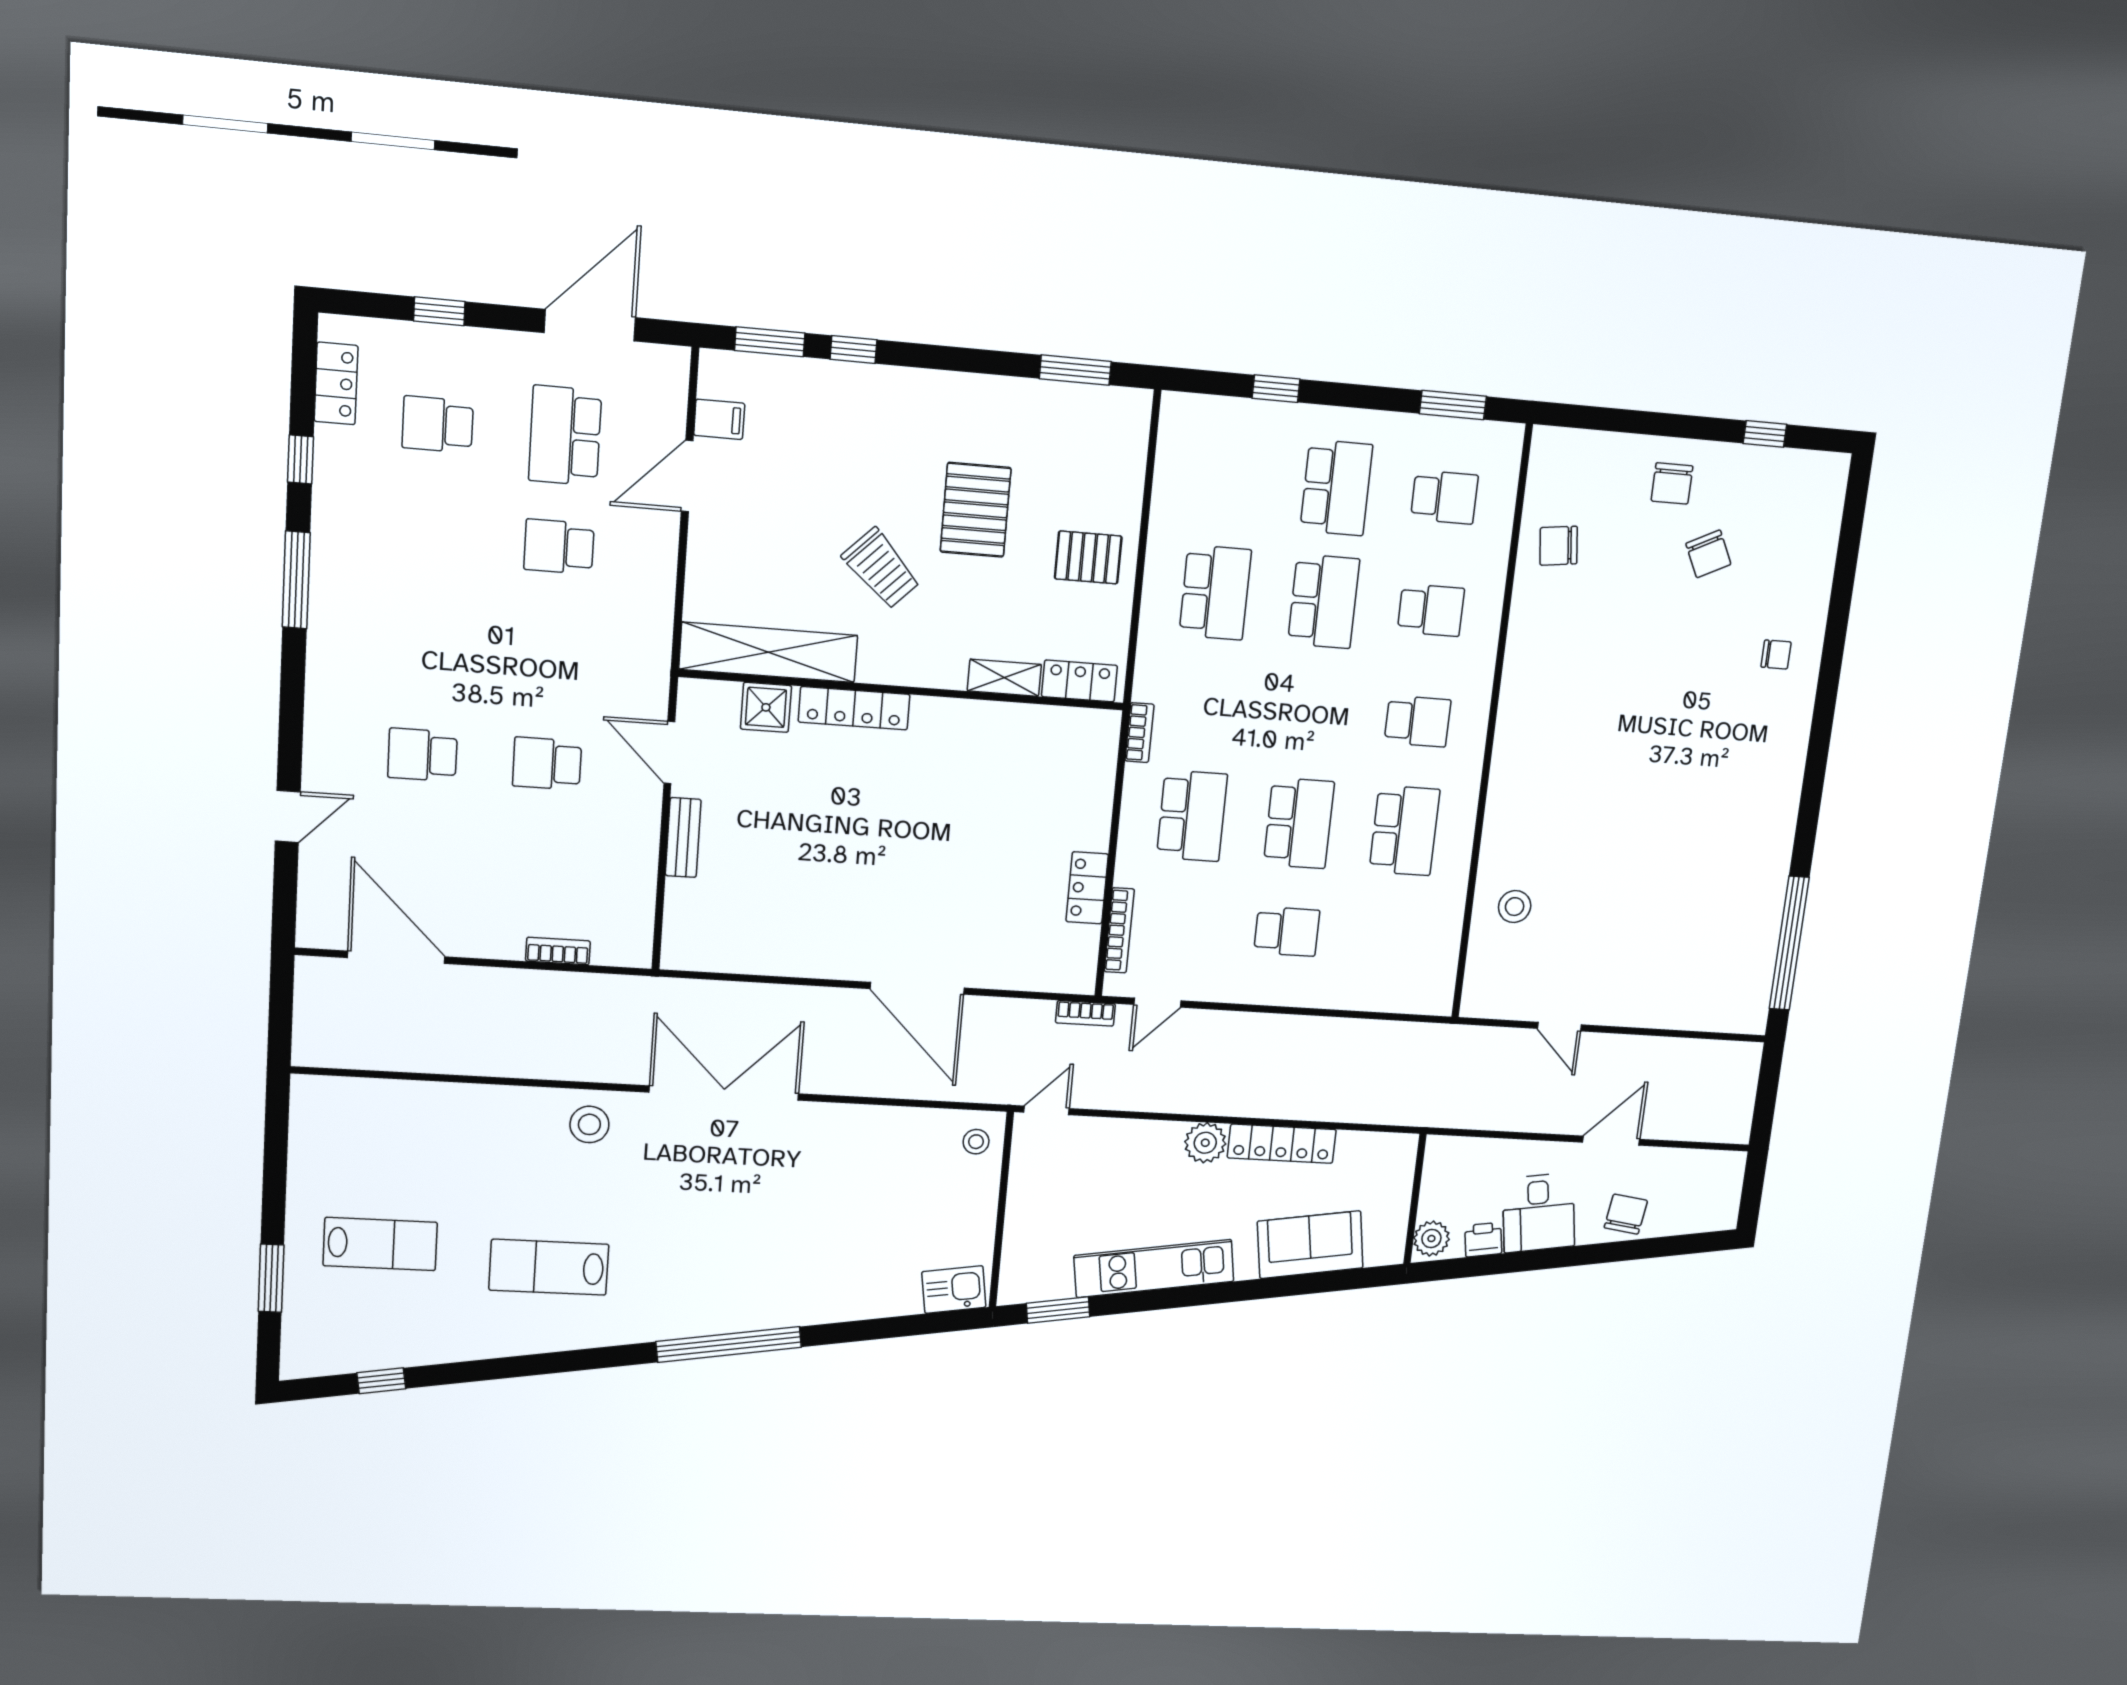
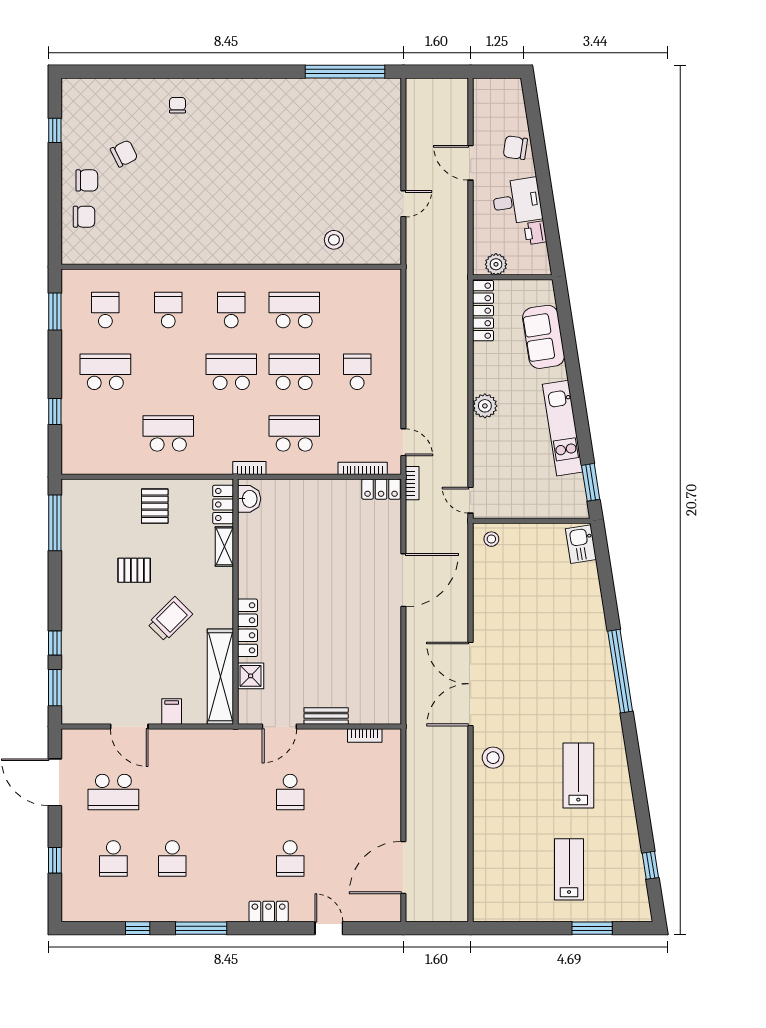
window: (1075, 370) -> (55, 523), width x1.44
locker: (336, 383) -> (269, 911), moved
filing cabinet: (719, 419) -> (172, 712), moved
pallet: (976, 510) -> (134, 570), width x0.67, depth x0.71
chair: (1559, 546) -> (84, 217), moved, turned -83
school desk: (559, 547) -> (172, 858), moved
school desk: (1324, 601) -> (231, 372), moved
washbasin: (1085, 728) -> (249, 499), added
locker: (1087, 888) -> (381, 489), moved
bookcase: (558, 951) -> (365, 736), moved, turned -90
locker: (1282, 1144) -> (483, 311), moved
plant: (1431, 1239) -> (496, 264), moved
lab bench: (549, 1267) -> (578, 775), turned 180

